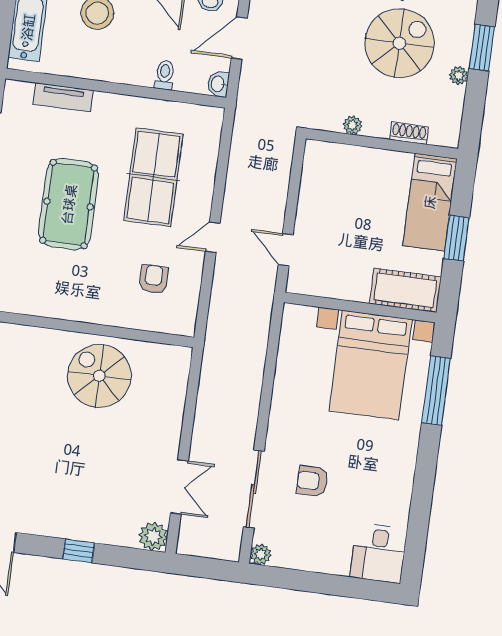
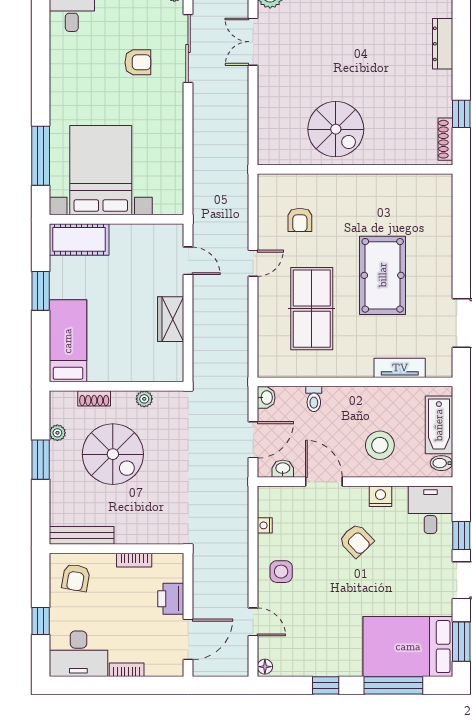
spiral stairs: (399, 43) -> (113, 454), turned -90
plant: (353, 125) -> (144, 399), moved
shoe rack: (409, 133) -> (94, 398), moved
wall: (382, 144) -> (116, 386), moved
wardrobe: (314, 187) -> (171, 319), added
bed: (430, 202) -> (68, 341), moved

